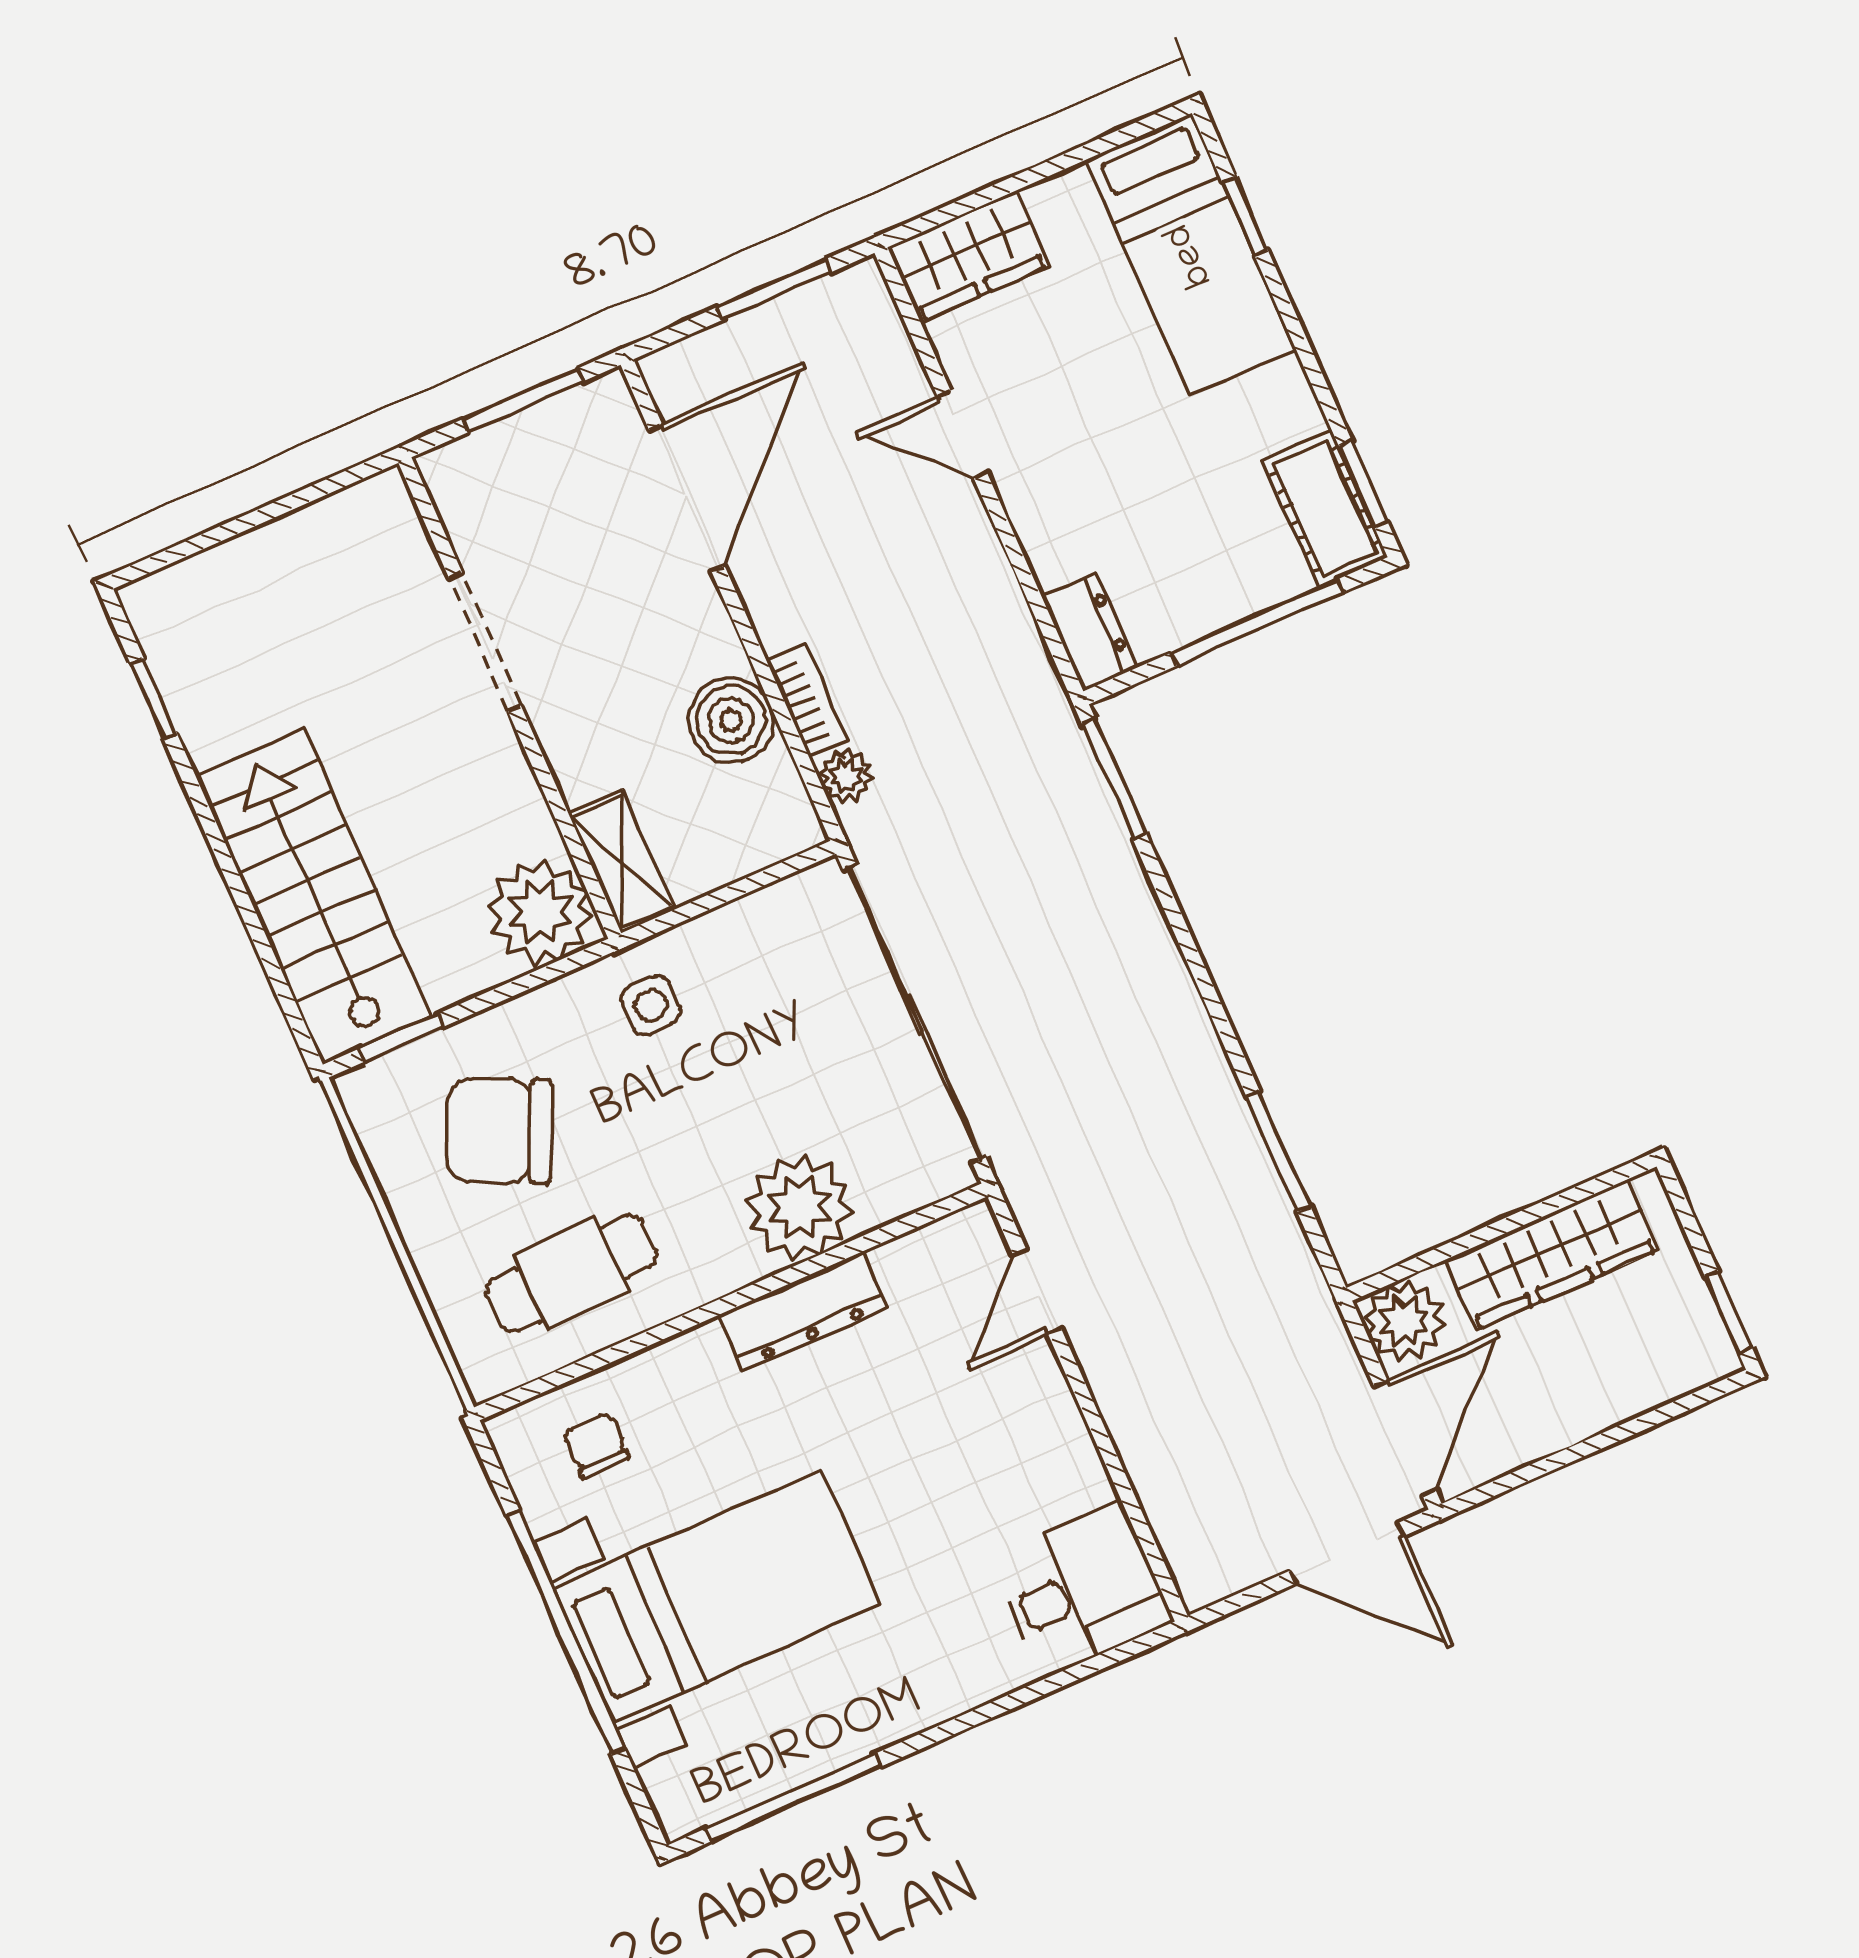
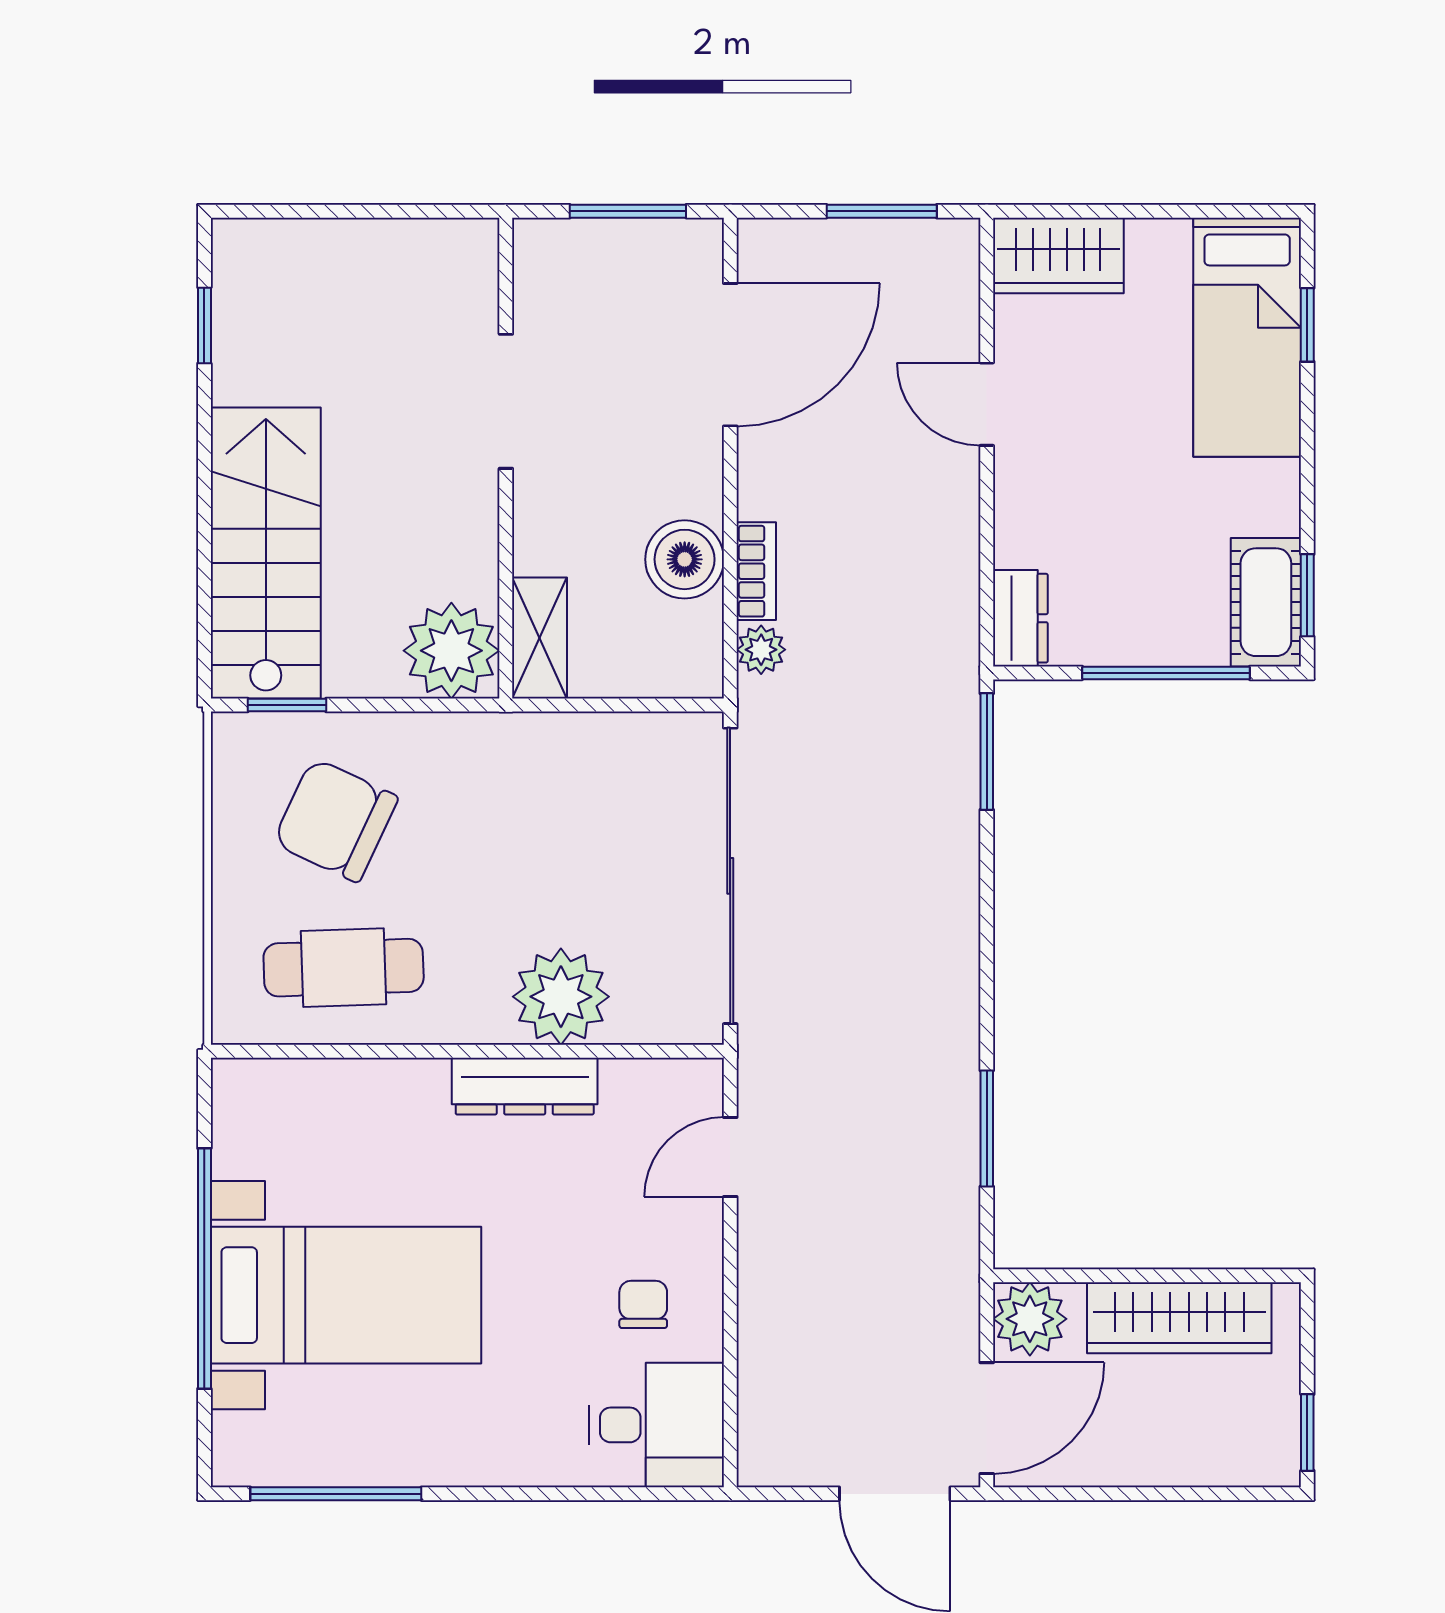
side table: (651, 1005) -> (510, 770), removed
chair: (596, 1445) -> (643, 1304), moved

